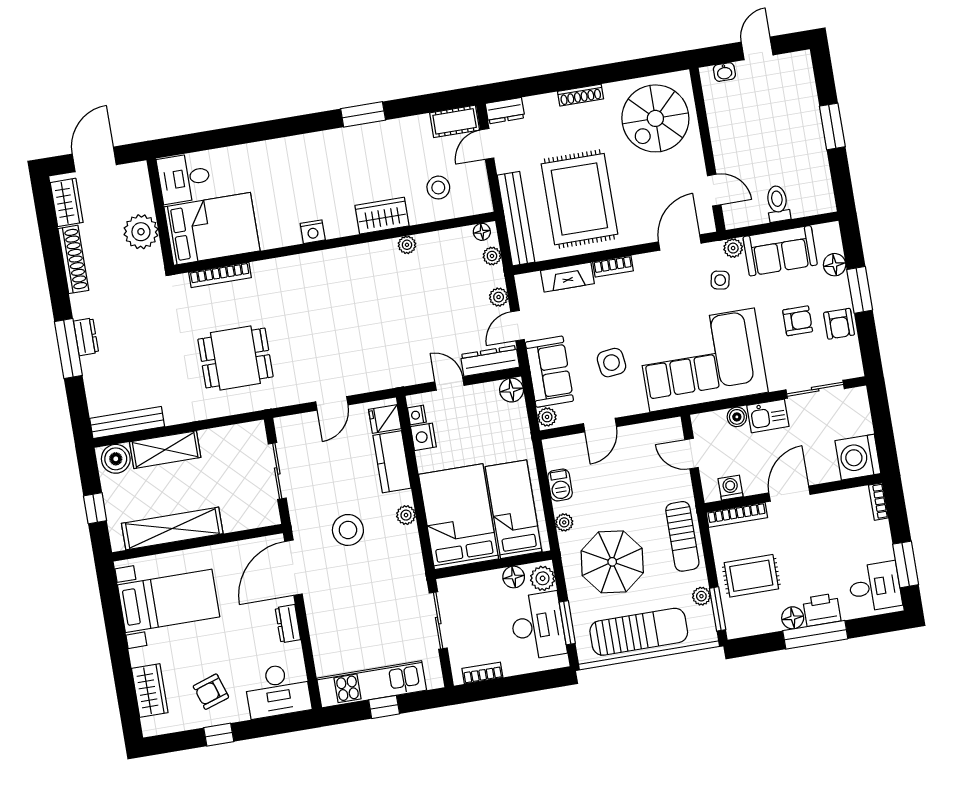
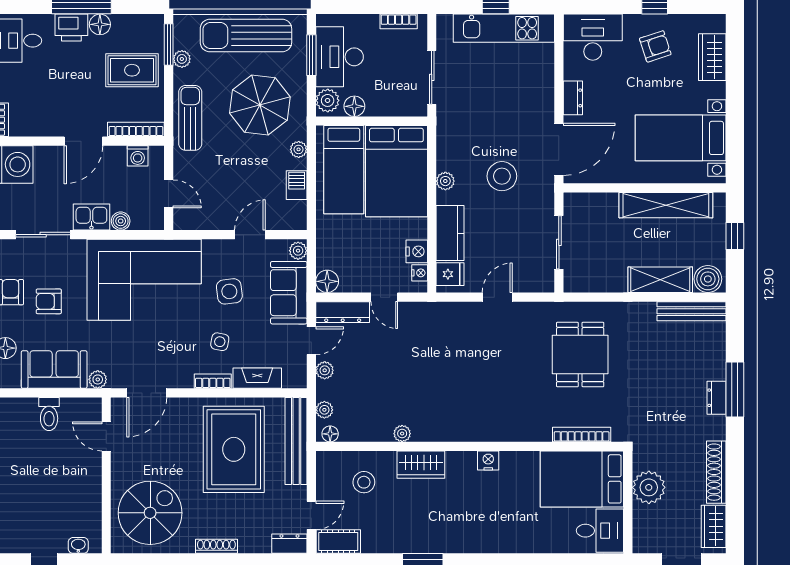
side table: (720, 280) -> (220, 342), moved
dining table: (235, 358) -> (580, 355), turned 90

